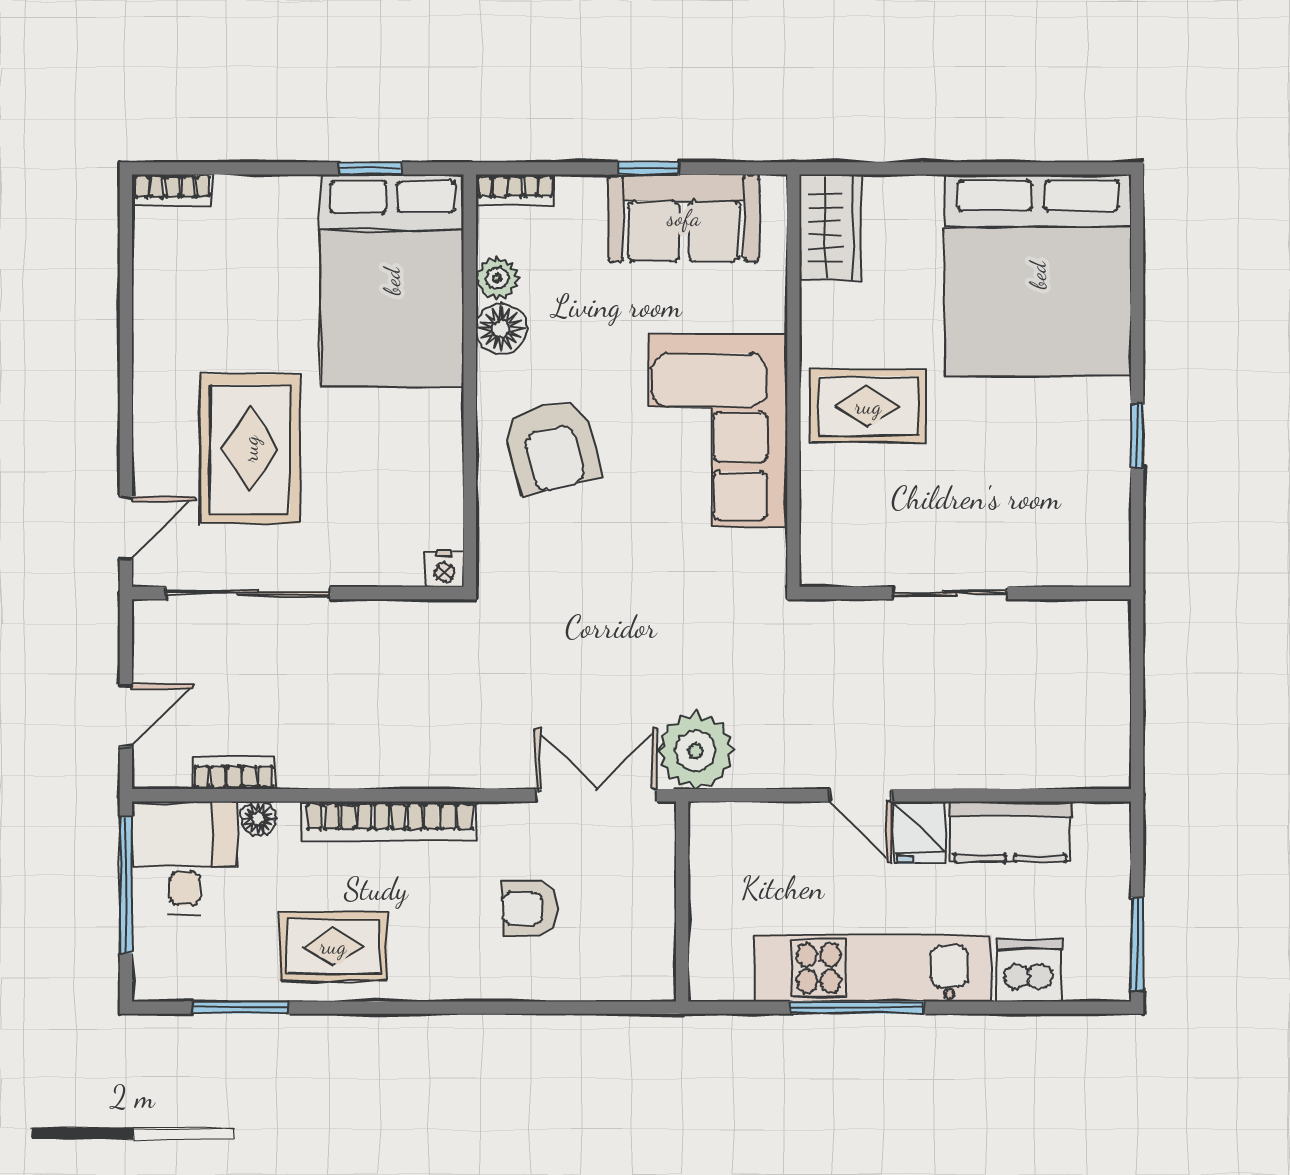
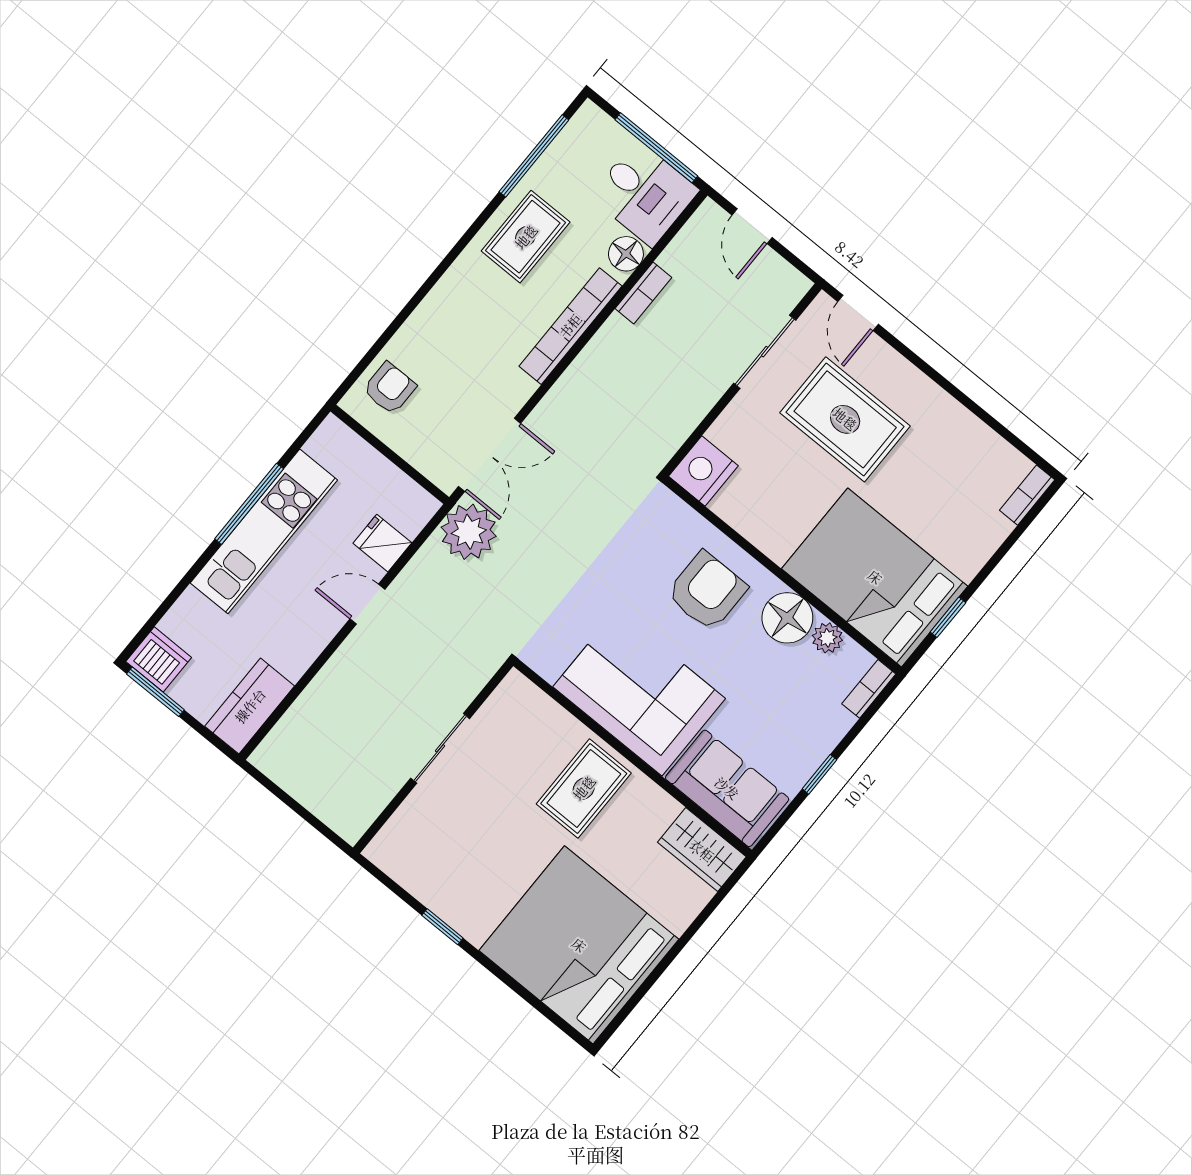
sofa: (684, 218) -> (727, 788), moved, turned 90
floor lamp: (501, 329) -> (787, 618), width x1.38, depth x1.38
armchair: (552, 447) -> (707, 591), turned 104
nightstand: (445, 569) -> (703, 471), width x1.89, depth x1.79
sliding door: (248, 593) -> (765, 352), width x0.73
bookcase: (234, 773) -> (643, 293), moved
floor lamp: (258, 819) -> (626, 254), width x1.37, depth x1.37
fridge: (920, 832) -> (382, 543), moved
kitchen counter: (1010, 832) -> (250, 706), moved
armchair: (530, 908) -> (390, 388), moved
dishwasher: (1029, 971) -> (159, 659), moved, turned -90
window: (241, 1008) -> (534, 156), width x1.44

